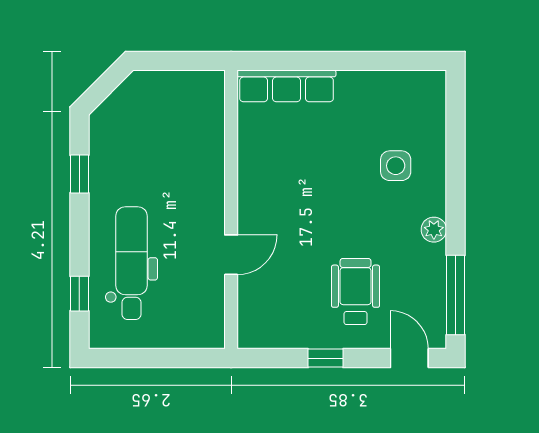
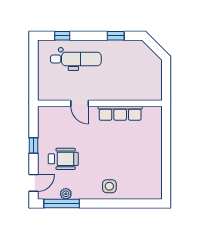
row of seats: (287, 86) -> (120, 113), moved, turned -90
side table: (396, 166) -> (109, 186), moved
plant: (434, 230) -> (66, 194), moved

